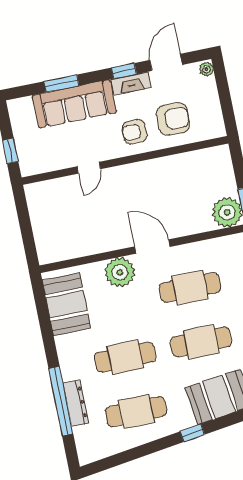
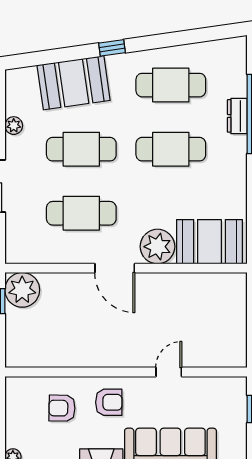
armchair: (173, 119) -> (62, 408), width x0.72, depth x0.72
booth: (67, 304) -> (209, 242), moved, turned 90
dresser: (76, 403) -> (237, 116), width x0.70

